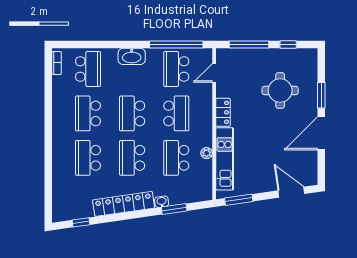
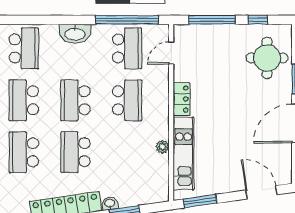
school desk: (176, 69) -> (127, 48), turned 180
round table: (280, 90) -> (267, 58), moved
school desk: (176, 158) -> (127, 152), removed

